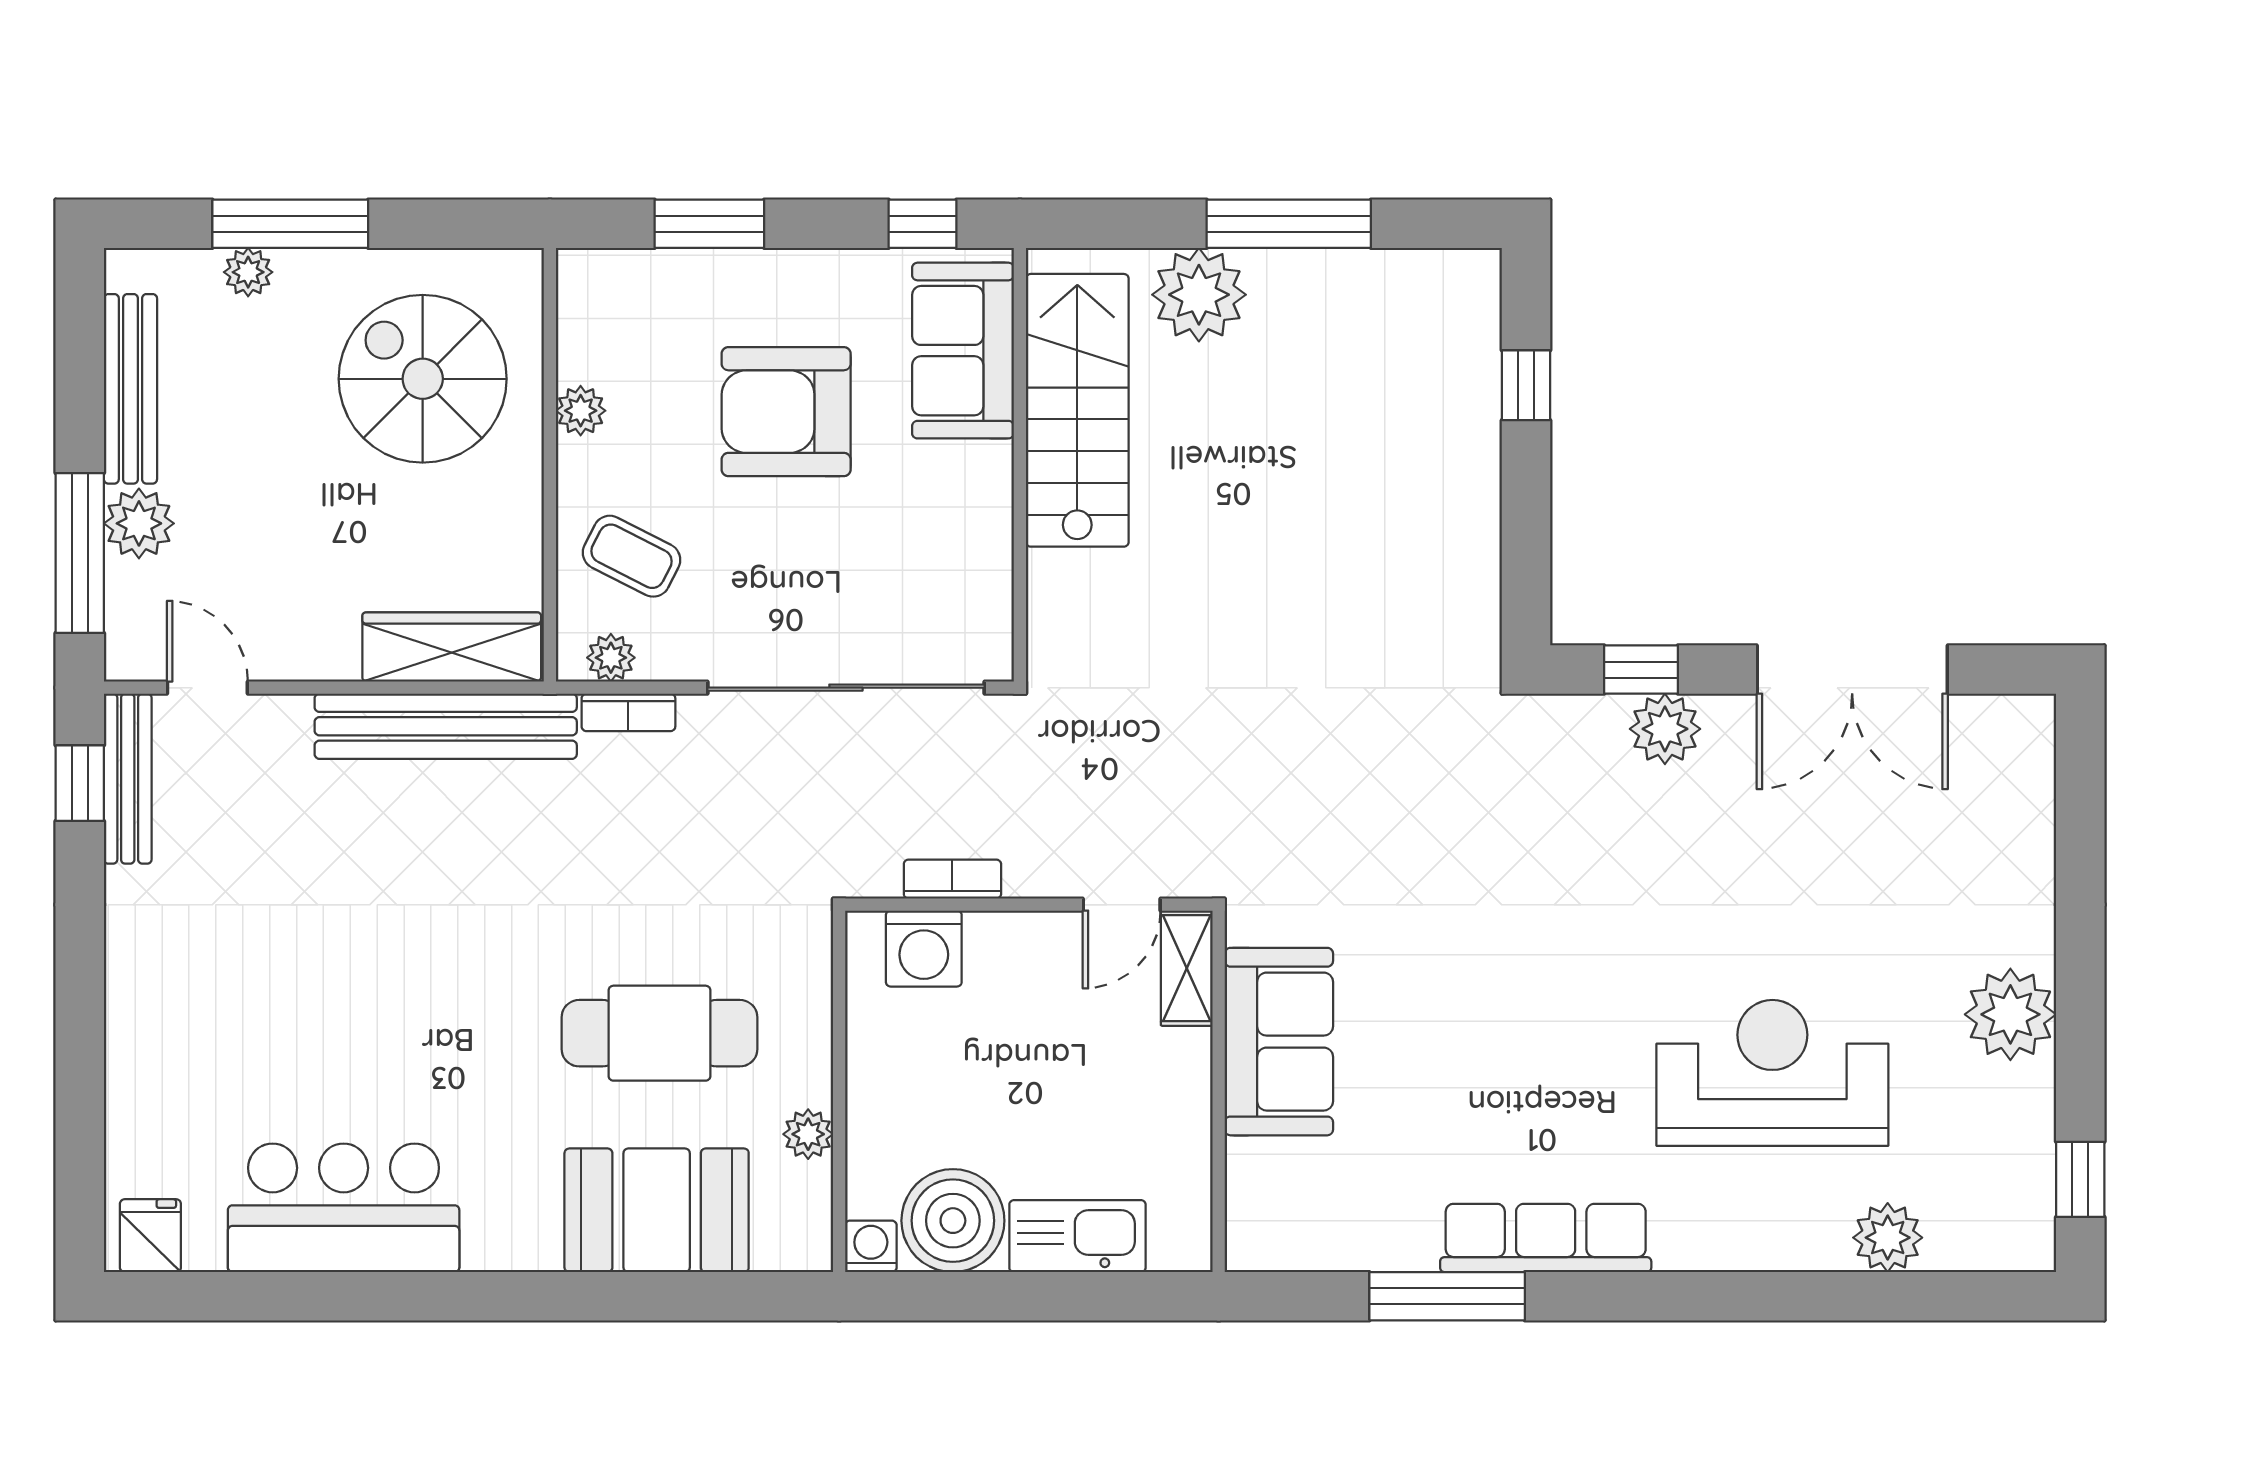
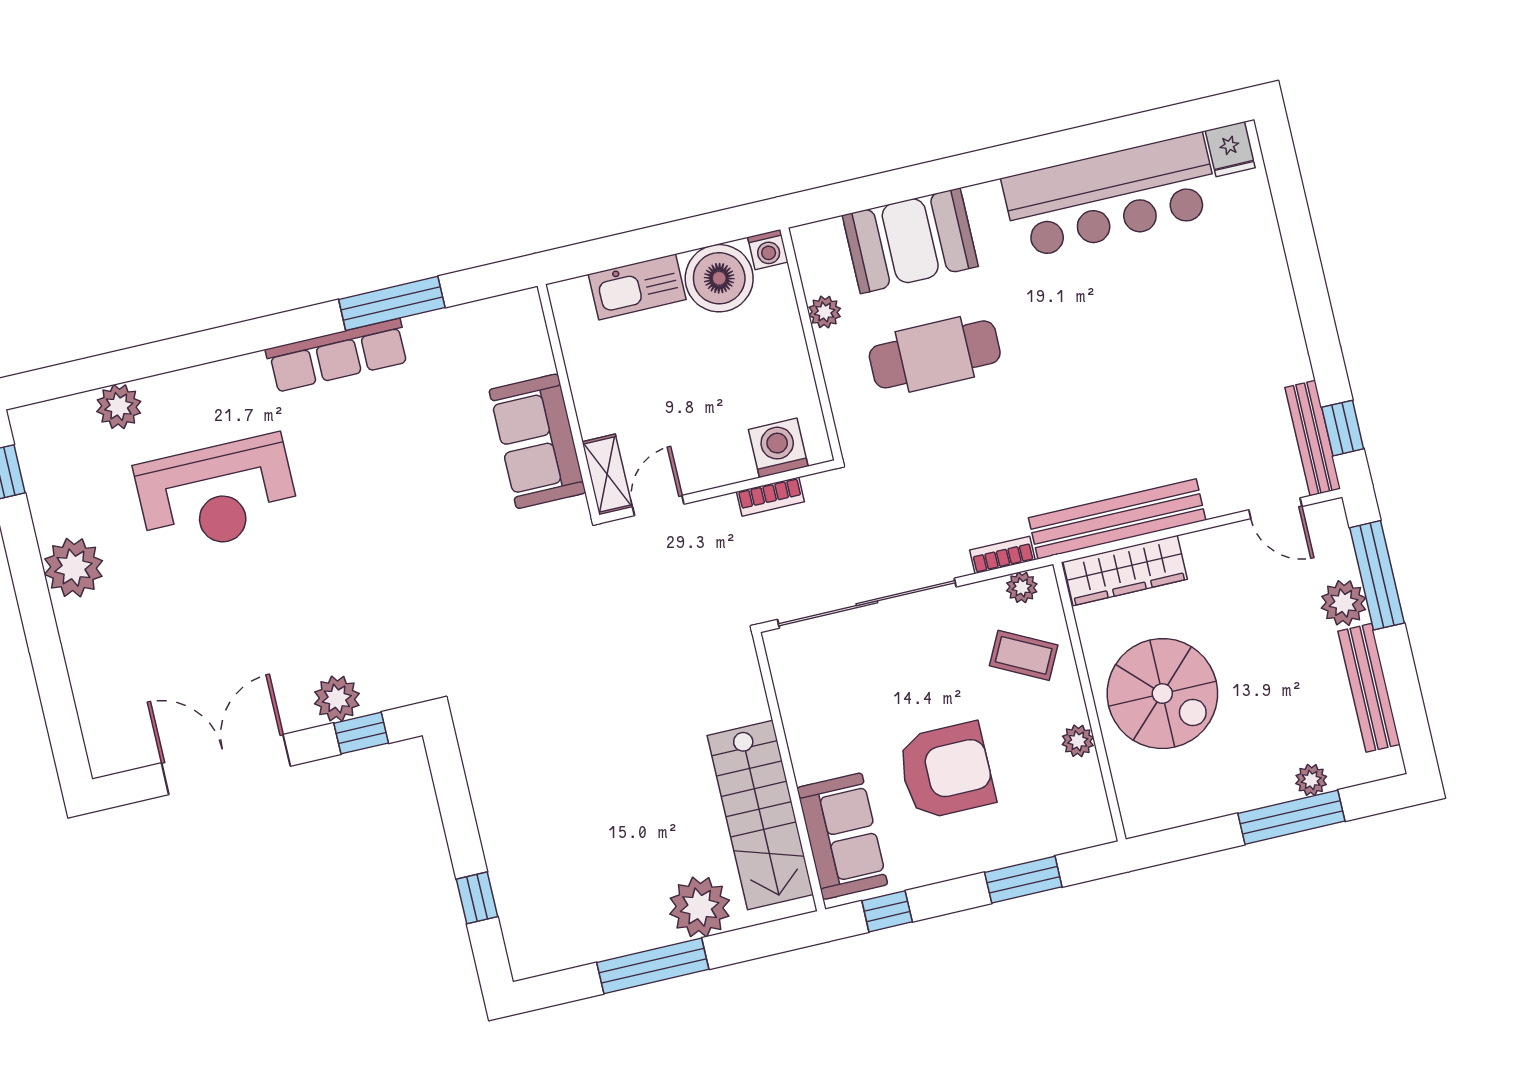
spiral stairs: (423, 379) -> (1162, 694), moved
bar counter: (344, 1208) -> (1111, 196), width x1.36

